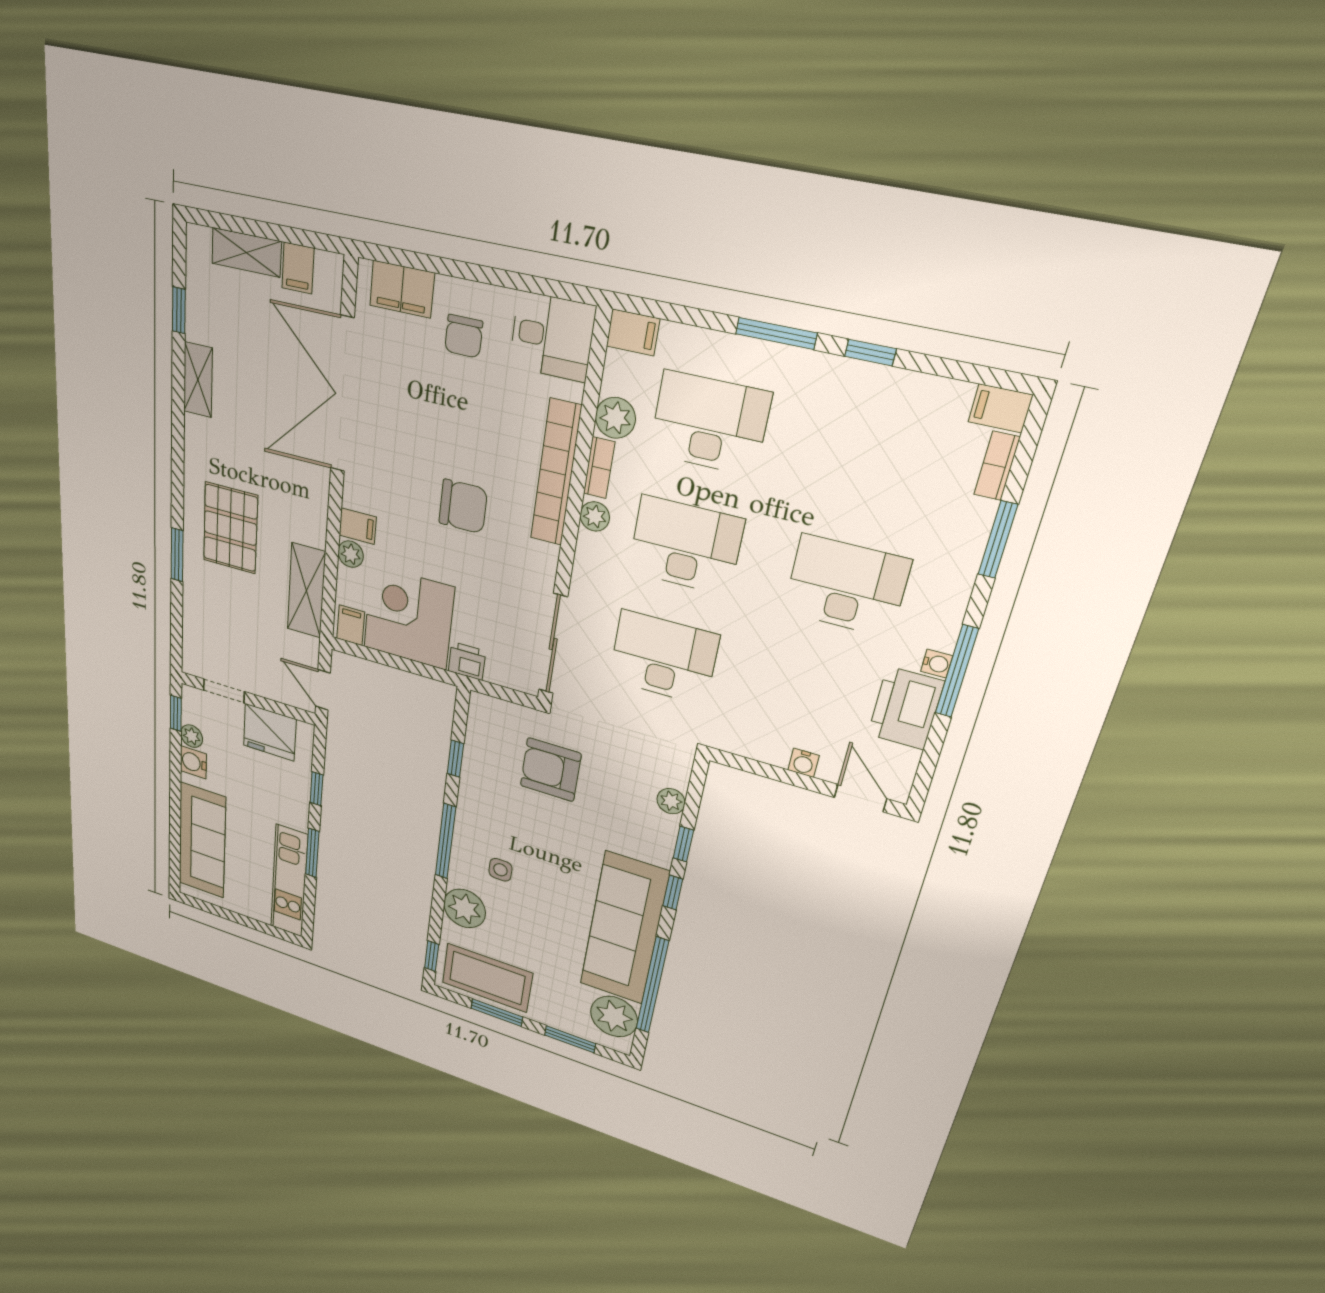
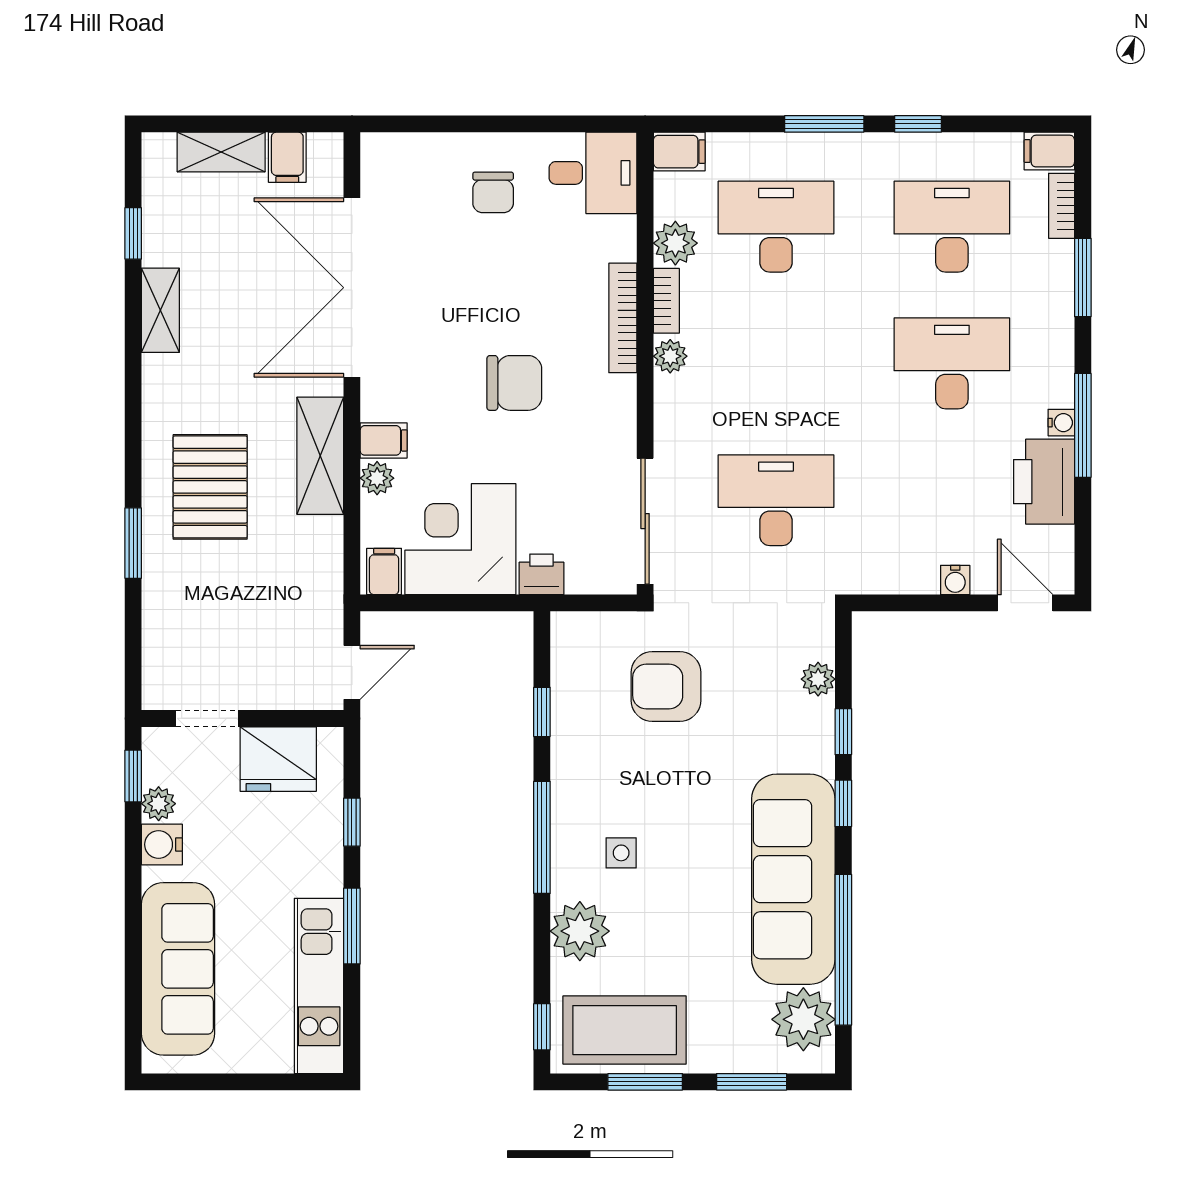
filing cabinet: (402, 289) -> (416, 157), removed
bookcase: (556, 473) -> (623, 318), width x0.68, depth x0.76
desk: (686, 546) -> (952, 227), moved
shelving: (306, 591) -> (320, 456), moved
door: (323, 690) -> (352, 672), swing flipped

